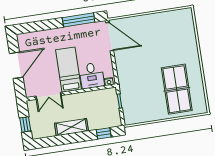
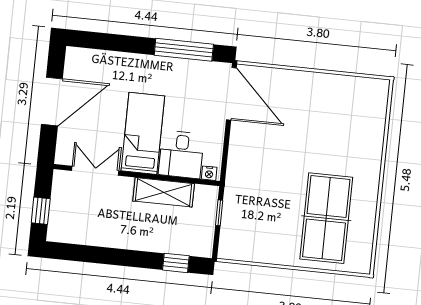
double door: (49, 96) -> (95, 171), swing flipped
shelving: (71, 127) -> (164, 192), moved

